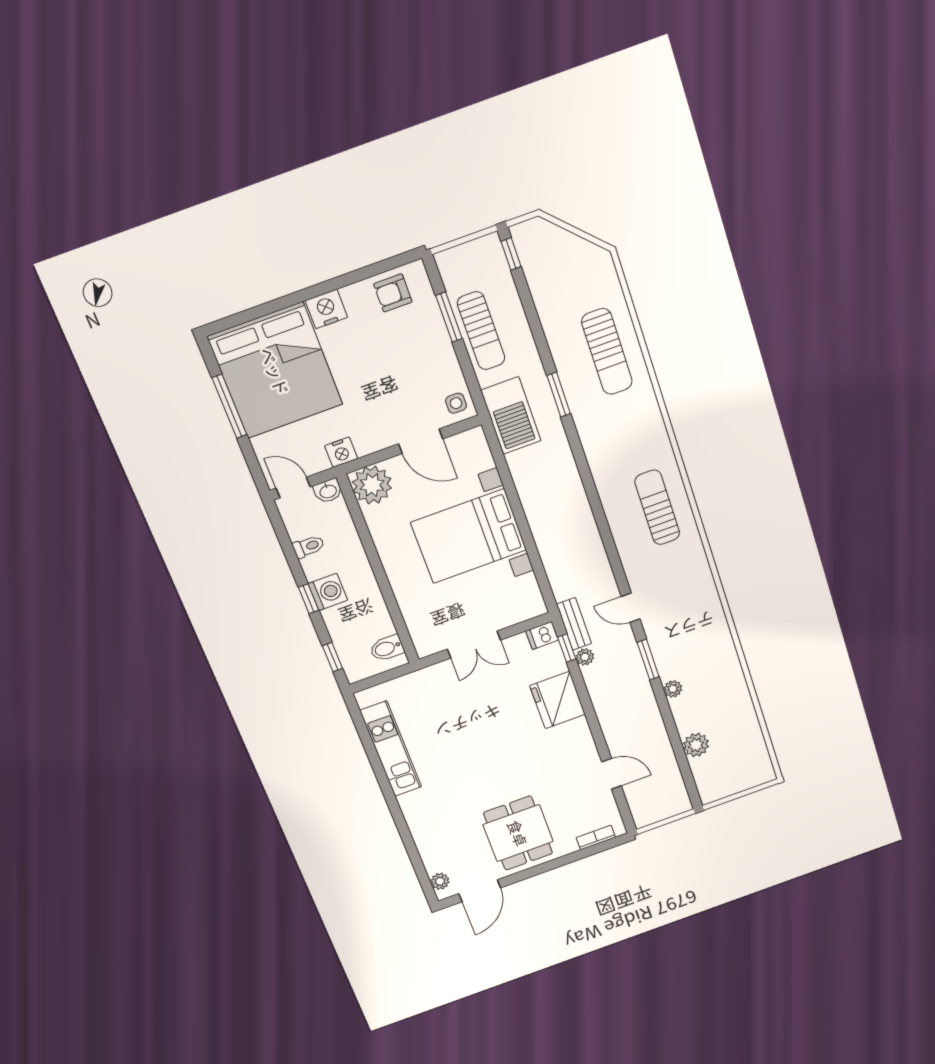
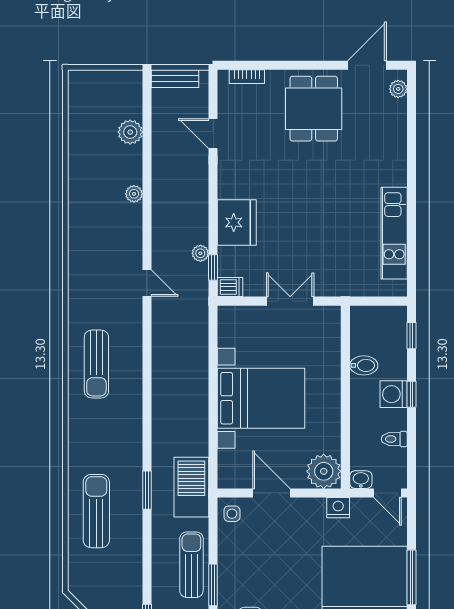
bench: (574, 624) -> (175, 79), moved, turned 90
bidet: (387, 648) -> (364, 365), moved
window: (648, 660) -> (147, 230), removed

